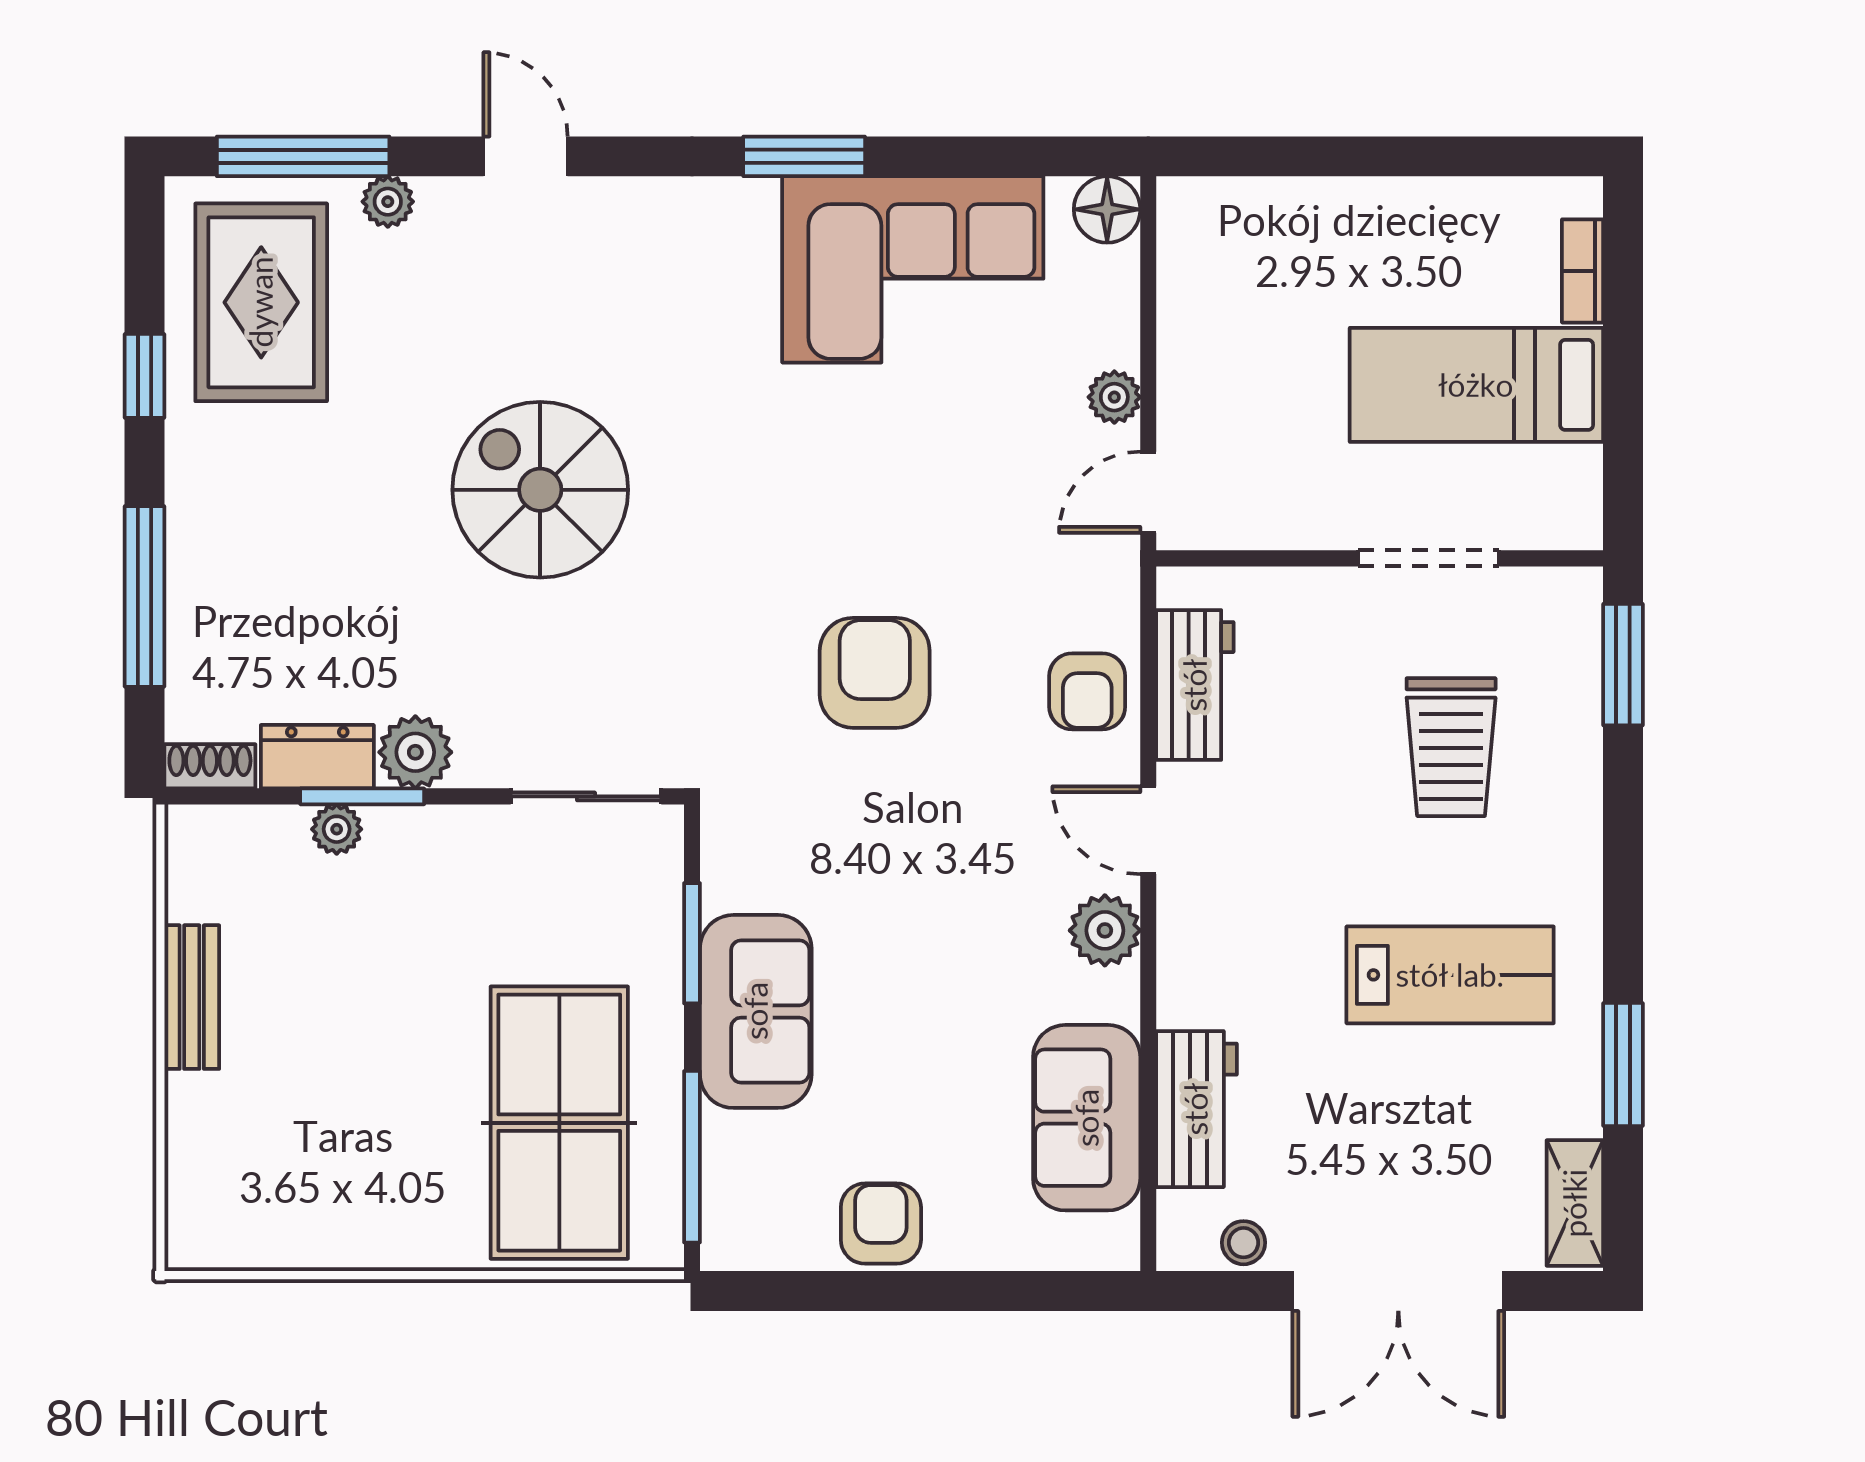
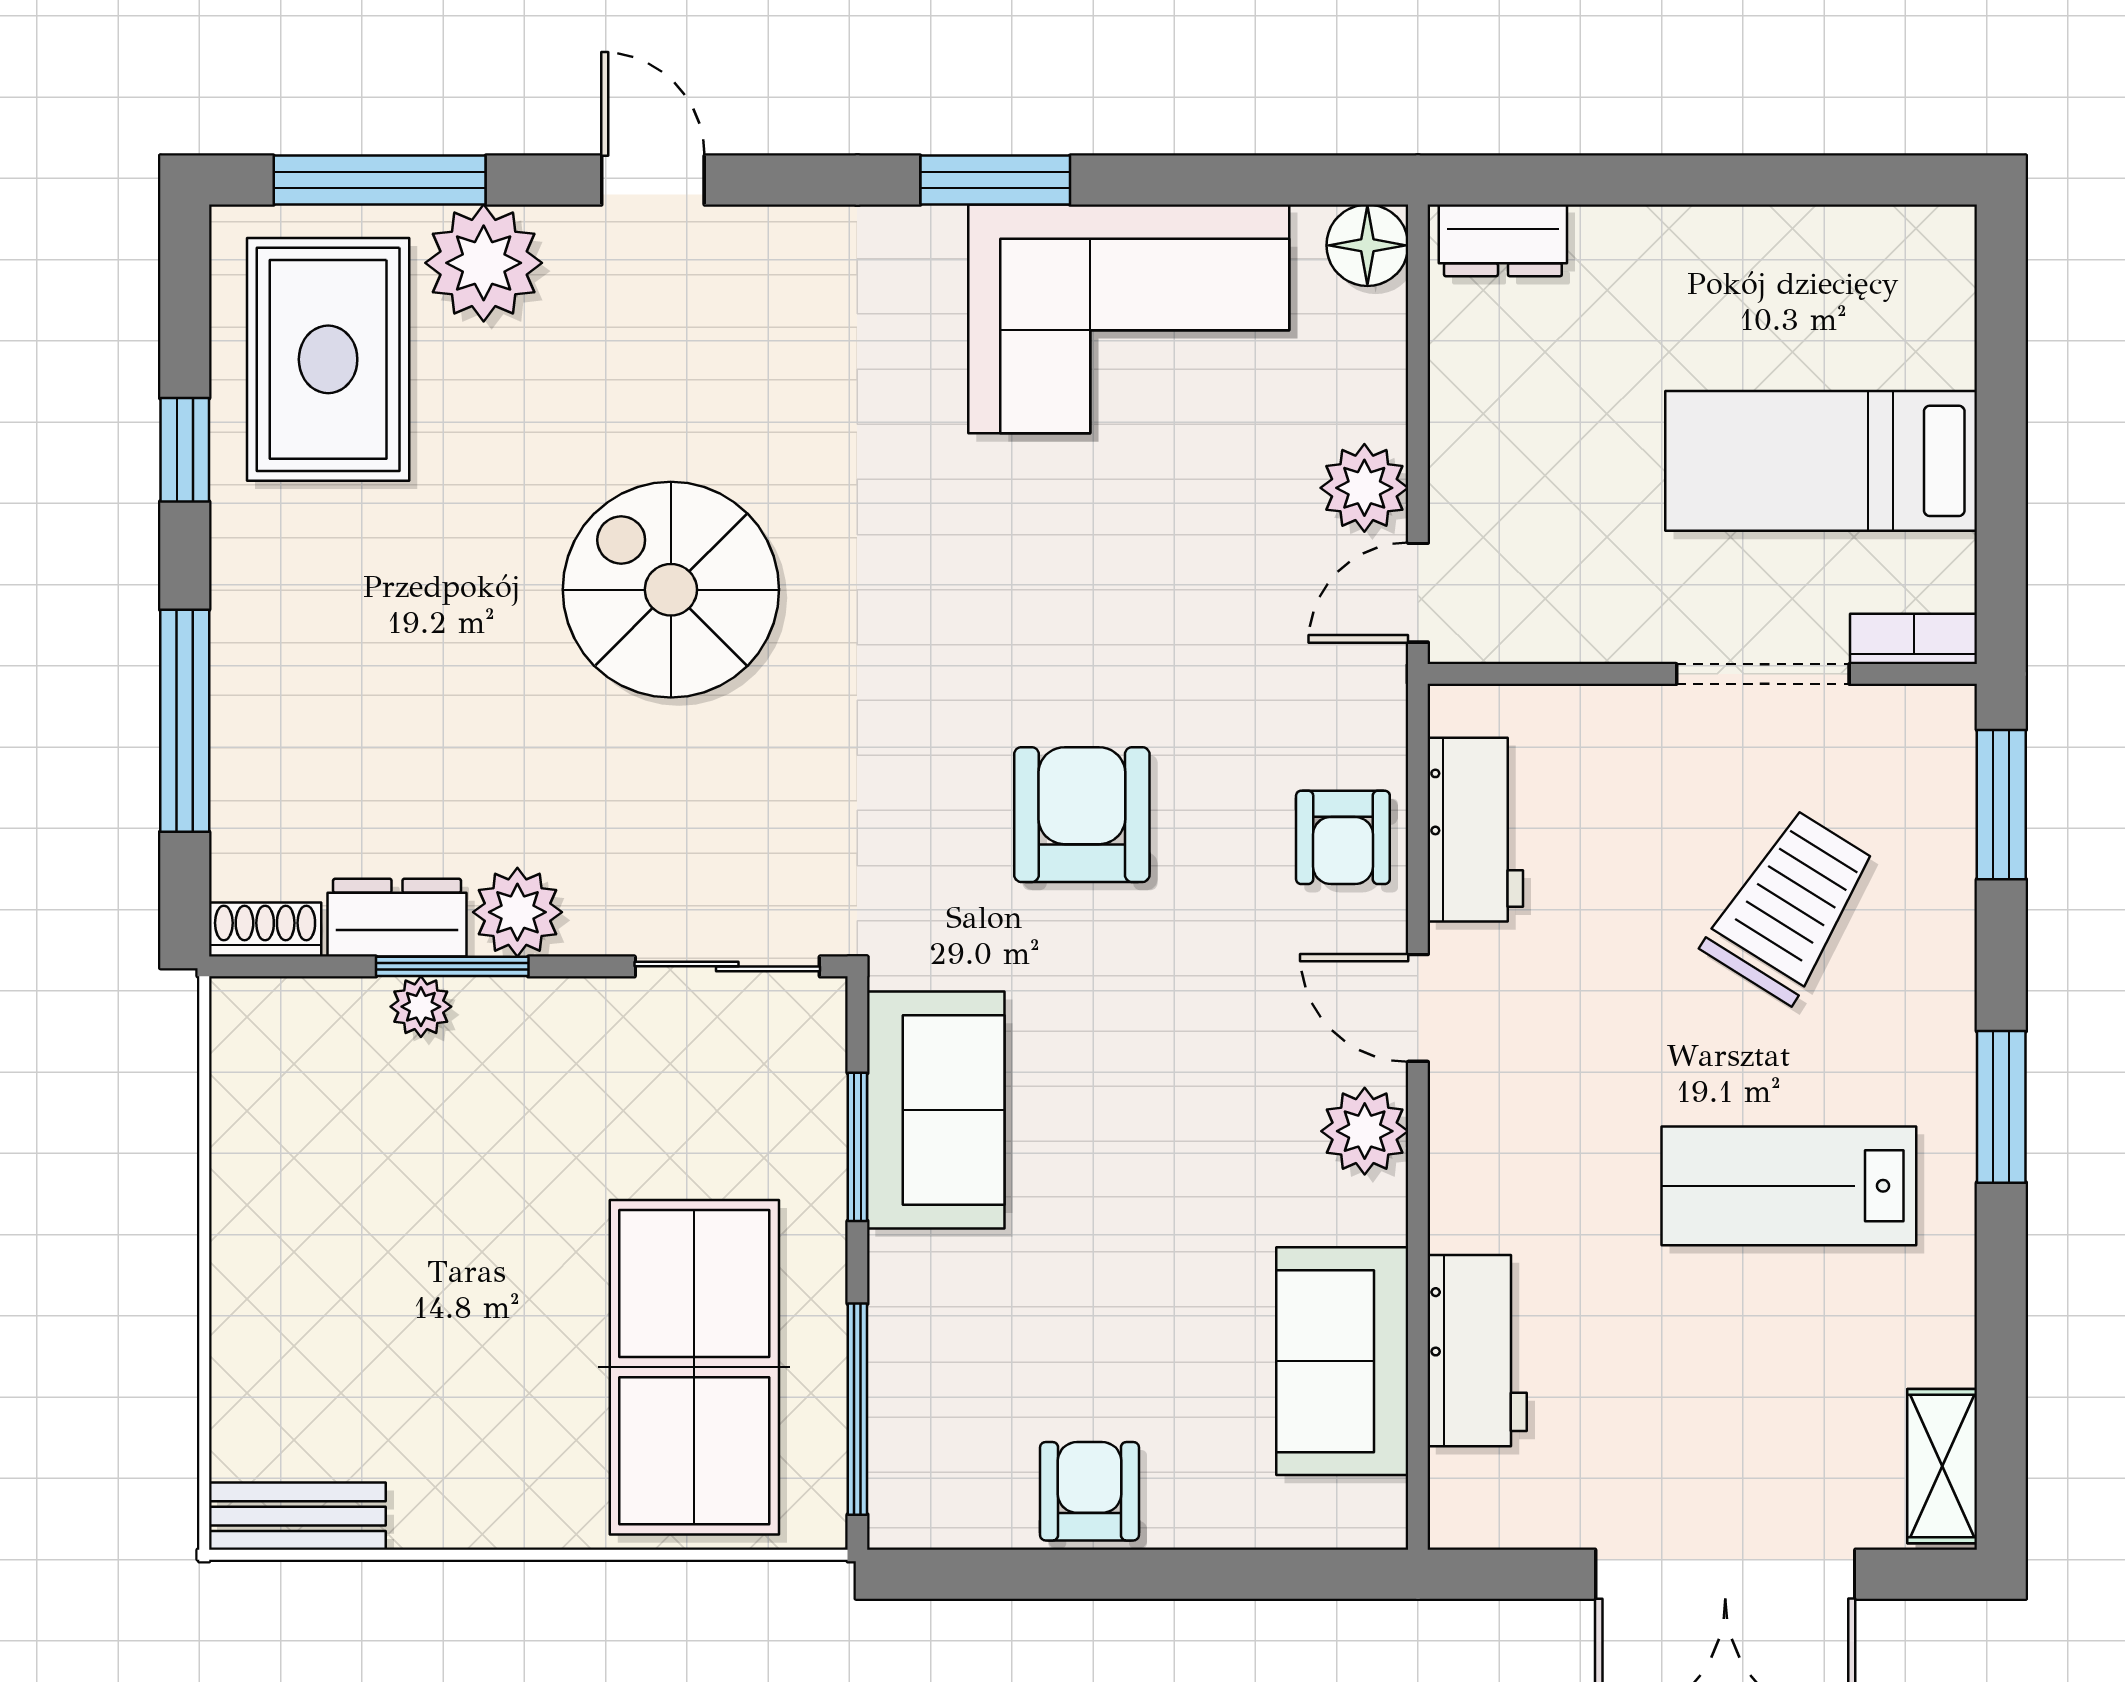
plant: (388, 202) -> (484, 263), width x1.88, depth x1.88
dresser: (1217, 205) -> (1503, 240), added
bookcase: (1583, 271) -> (1914, 639), moved, turned 90
plant: (1114, 397) -> (1364, 488), width x1.38, depth x1.38
trolley: (1451, 747) -> (1790, 906), turned -148
lab bench: (1450, 975) -> (1789, 1186), turned 180
bench: (192, 997) -> (297, 1516), moved, turned 90
sofa: (756, 1011) -> (936, 1110), moved
window: (1623, 1065) -> (2001, 1107), moved
stool: (1244, 1243) -> (1535, 1515), removed

